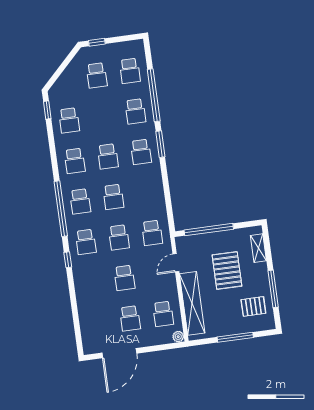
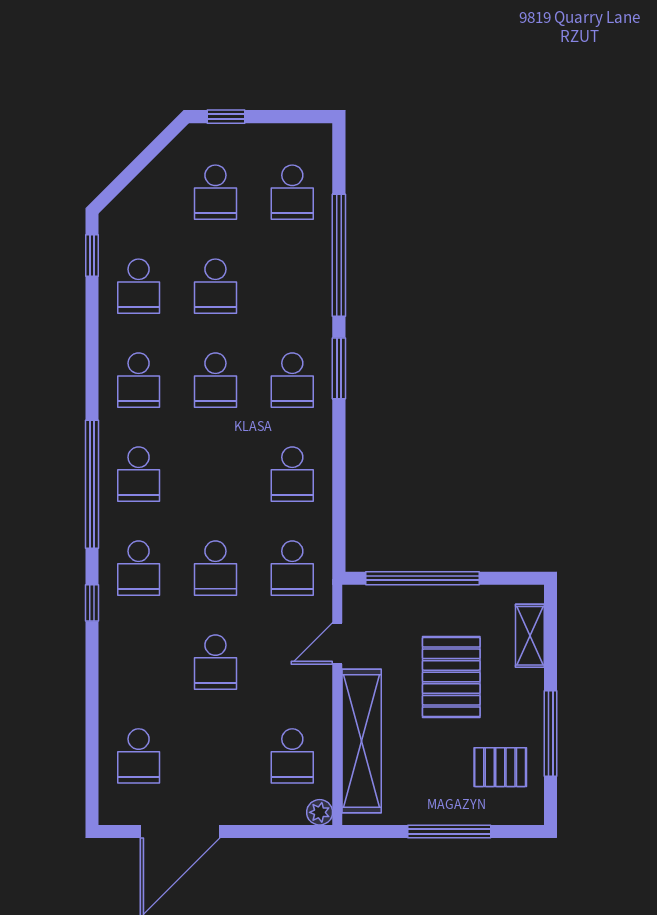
school desk: (135, 111) -> (215, 286), moved
school desk: (113, 197) -> (292, 474), moved
school desk: (130, 318) -> (139, 756), moved

